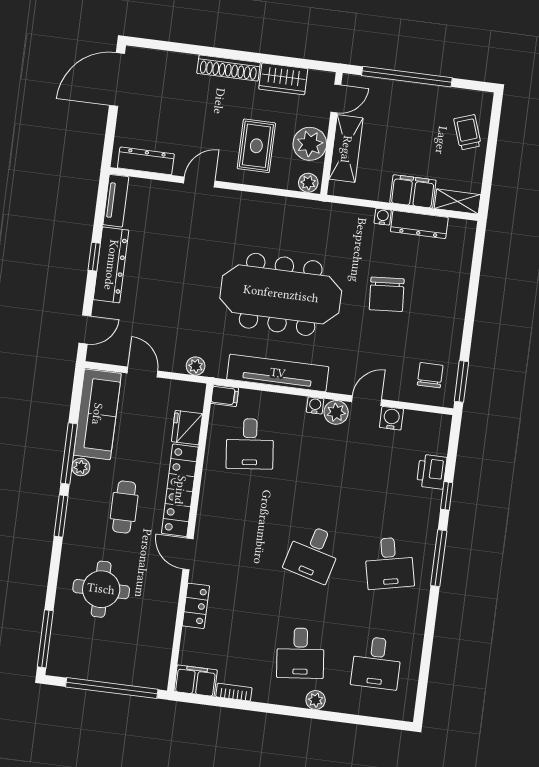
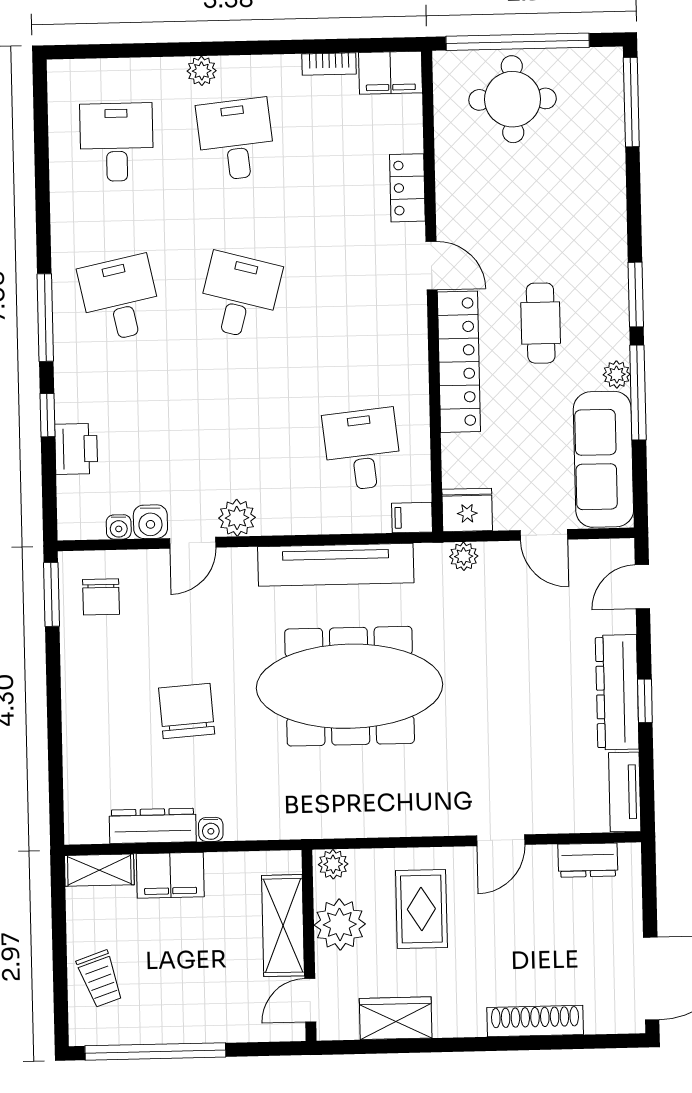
shoe rack: (229, 68) -> (535, 1021), moved
window: (407, 77) -> (155, 1051), moved
dresser: (146, 161) -> (588, 860), width x0.70
water cooler: (315, 405) -> (119, 527), moved
fridge: (187, 428) -> (467, 510), moved, turned -90
round table: (101, 589) -> (513, 99), moved

